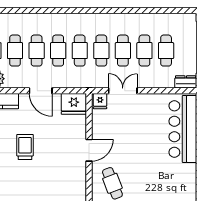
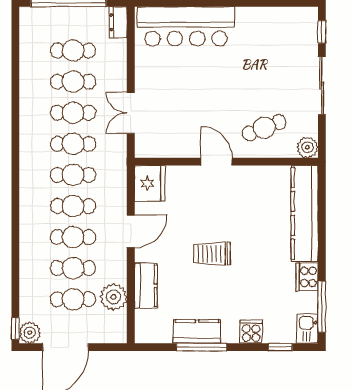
fridge: (100, 101) -> (146, 146), removed

